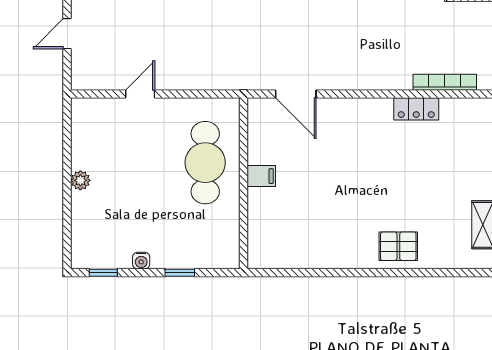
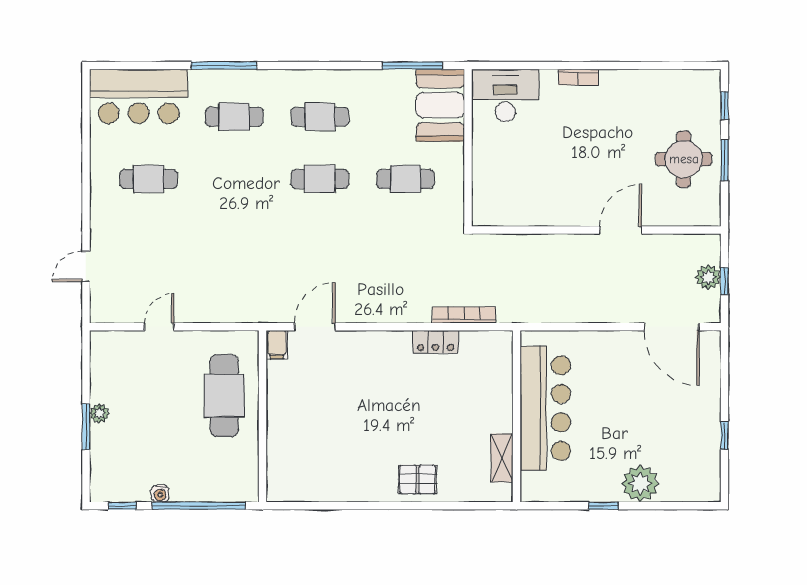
door: (296, 94) -> (315, 327), swing flipped
filing cabinet: (261, 176) -> (277, 345), moved, turned 90
window: (67, 194) -> (86, 427), added
window: (180, 273) -> (199, 506), width x3.17

